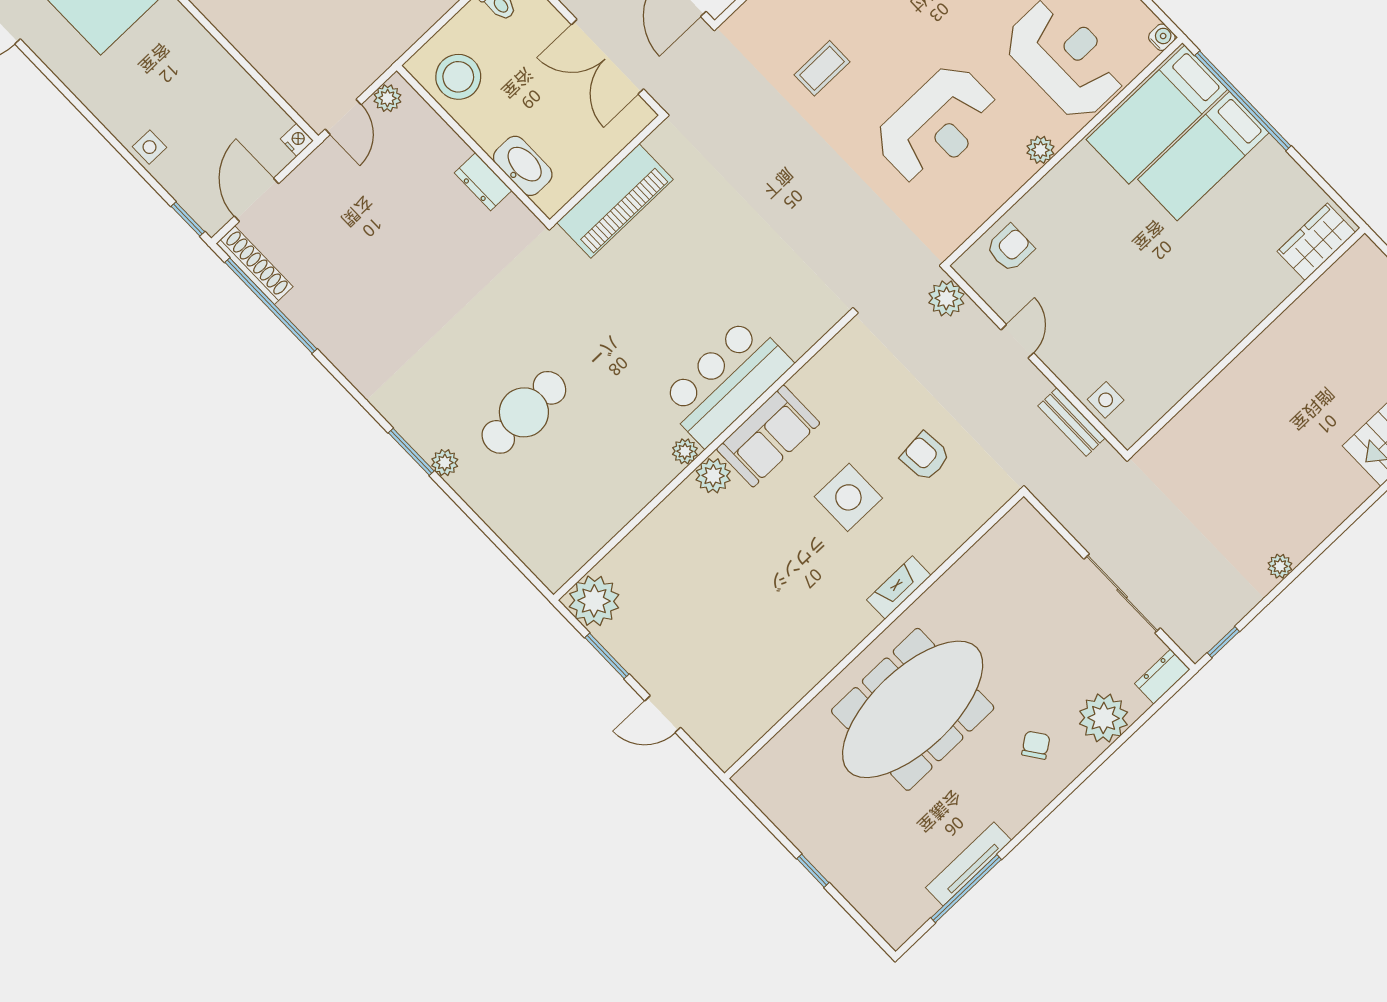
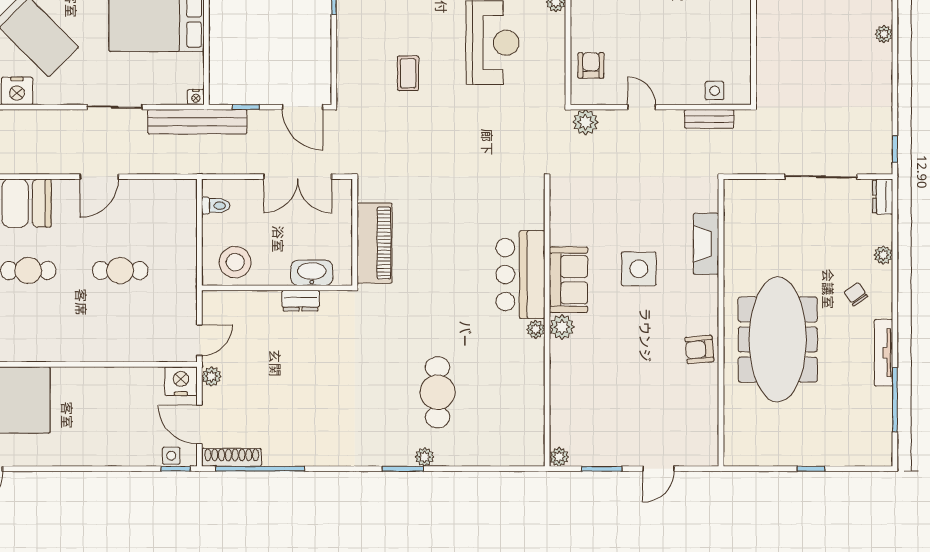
plant: (387, 98) -> (212, 376), moved
door: (343, 117) -> (199, 340), hinge flipped
nightstand: (297, 140) -> (181, 381), width x1.89, depth x1.79
side table: (149, 147) -> (171, 456), moved
armchair: (925, 456) -> (699, 349), moved
plant: (1280, 566) -> (884, 34), moved
fireplace: (899, 588) -> (706, 244), moved, width x1.37, depth x1.32
plant: (594, 601) -> (559, 457), width x0.53, depth x0.53
plant: (1104, 718) -> (883, 255), width x0.53, depth x0.53
tv unit: (969, 864) -> (883, 353), moved

